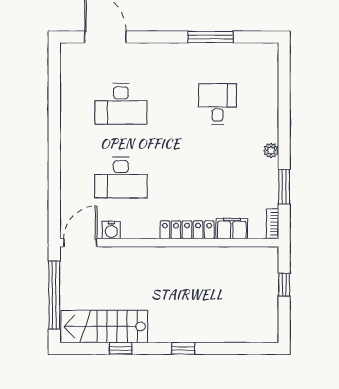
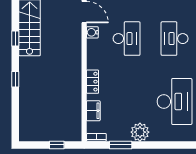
desk: (217, 104) -> (175, 101), width x1.87, depth x1.30
plant: (271, 150) -> (140, 132), width x1.88, depth x1.88
desk: (121, 178) -> (127, 39), turned 180
locker: (187, 230) -> (92, 82), width x0.66

